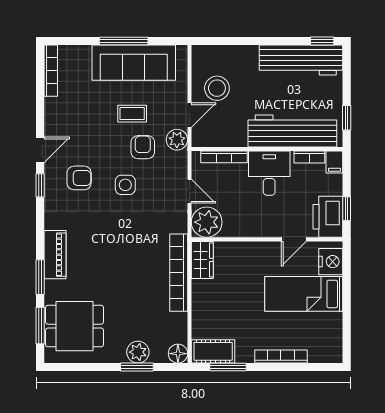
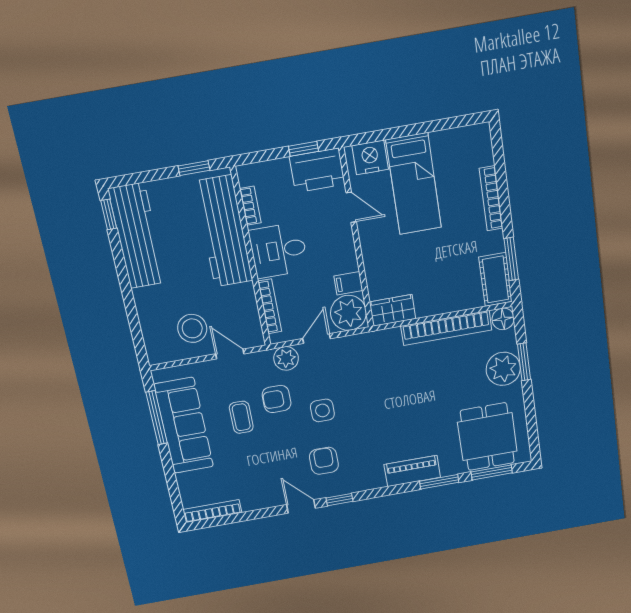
window: (124, 41) -> (157, 418), moved
plant: (177, 140) -> (286, 358), moved
filing cabinet: (334, 162) -> (348, 283), moved, turned 180
bookcase: (179, 273) -> (446, 328), moved
plant: (138, 352) -> (503, 369), width x1.36, depth x1.36

